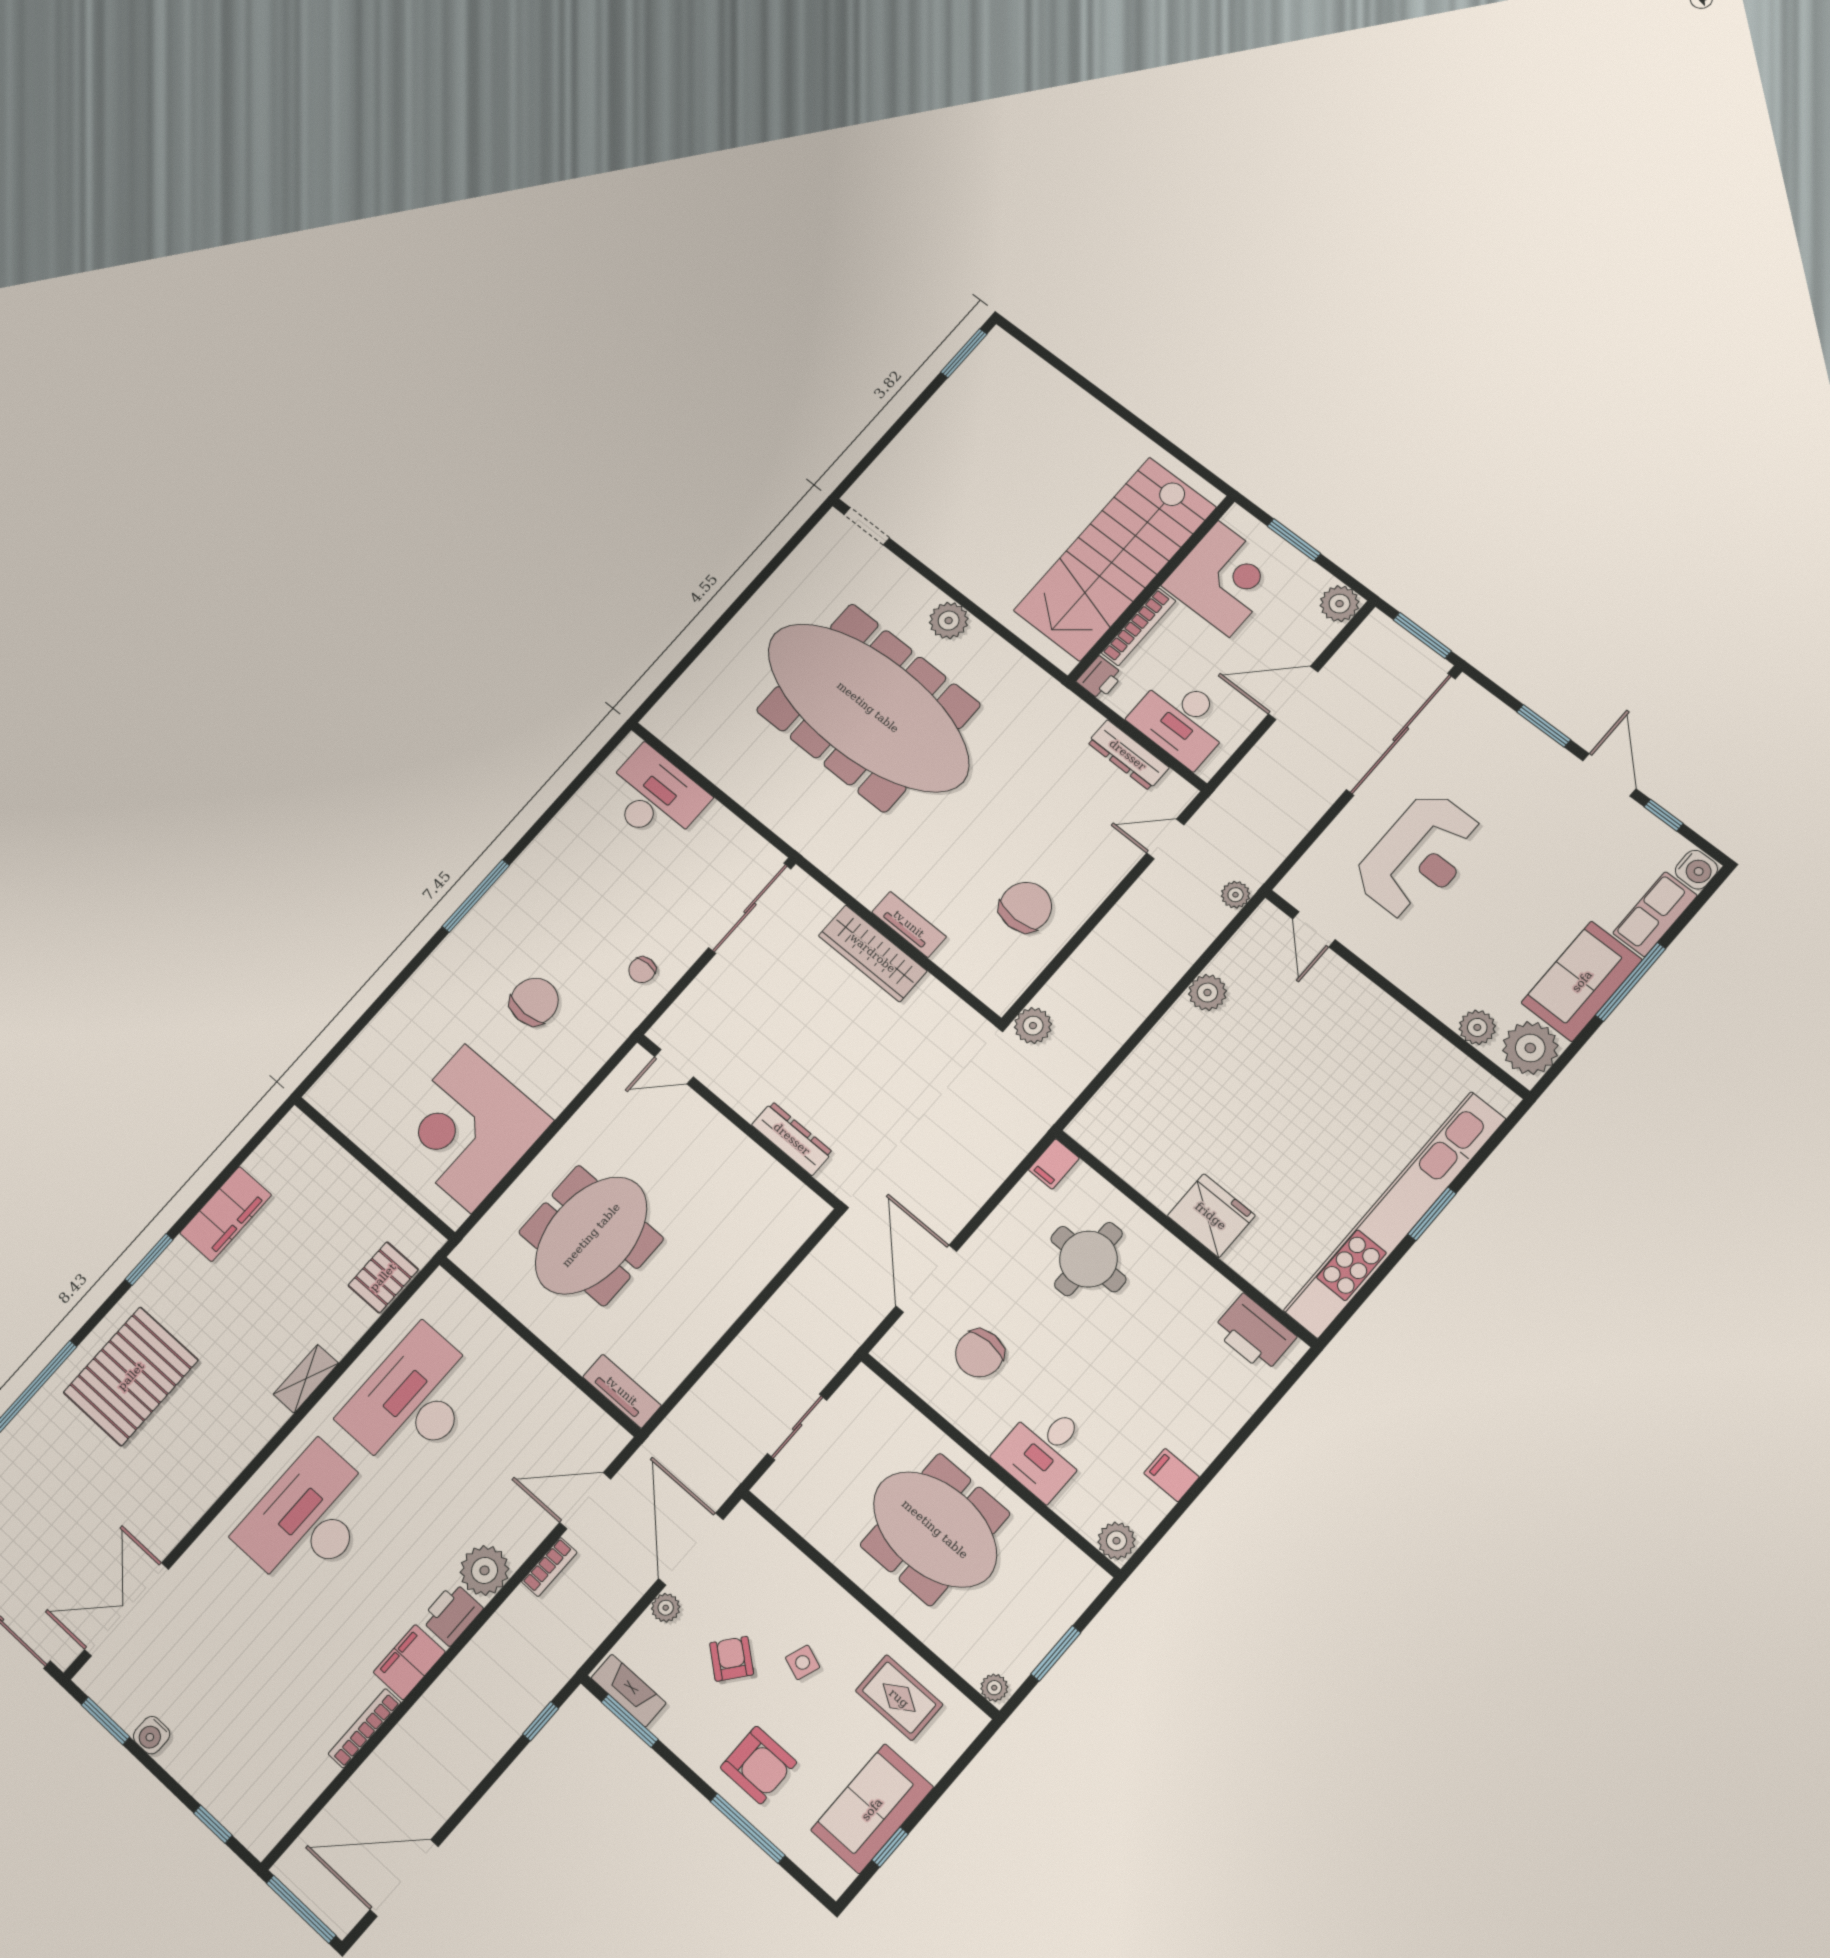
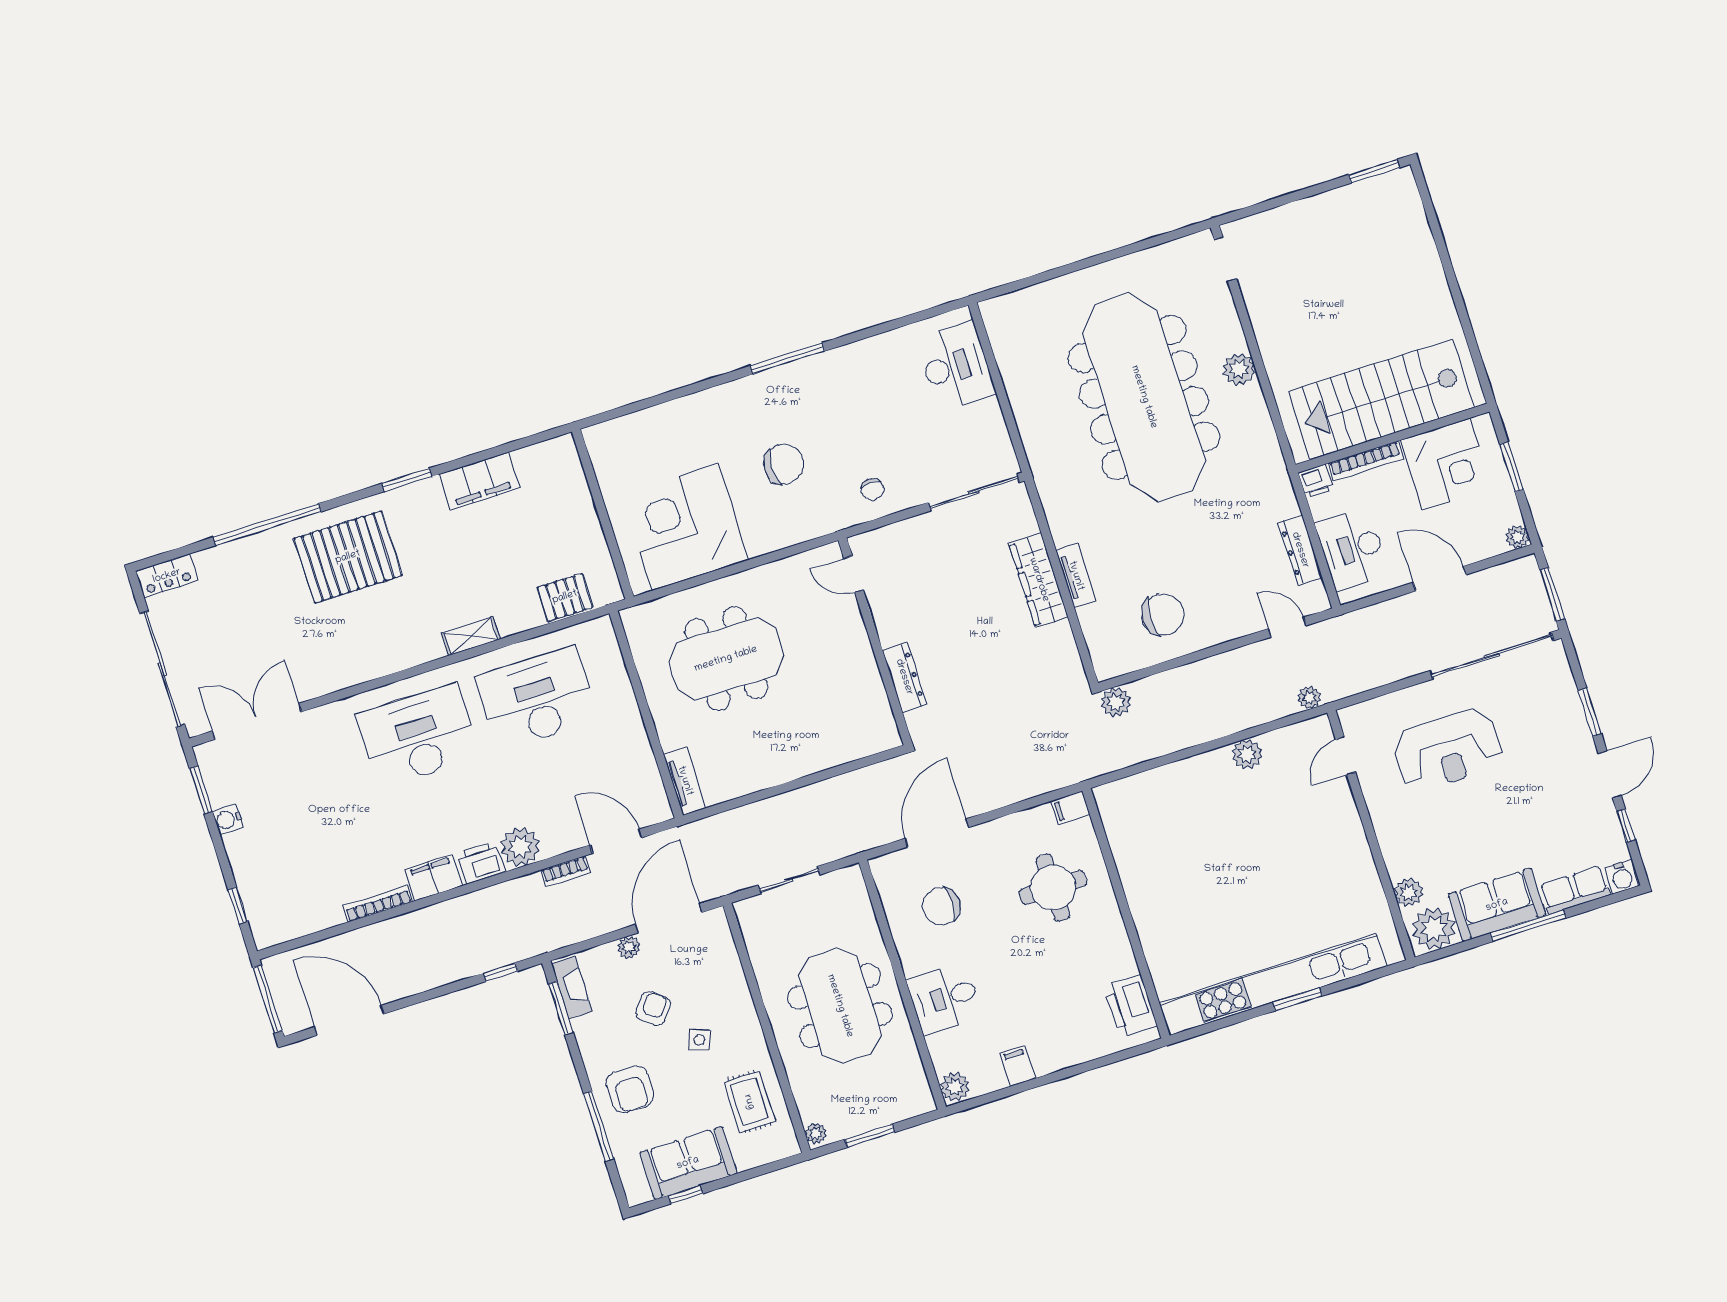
plant: (1340, 604) -> (1517, 537), width x0.73, depth x0.73
chair: (642, 970) -> (873, 489), turned -90
fridge: (1211, 1216) -> (1153, 909), removed

